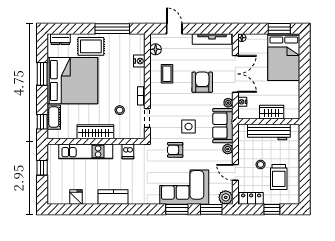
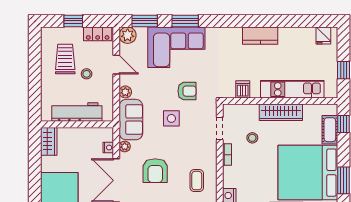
wardrobe: (272, 112) -> (49, 141), moved, turned -90
fridge: (76, 197) -> (323, 35), moved

